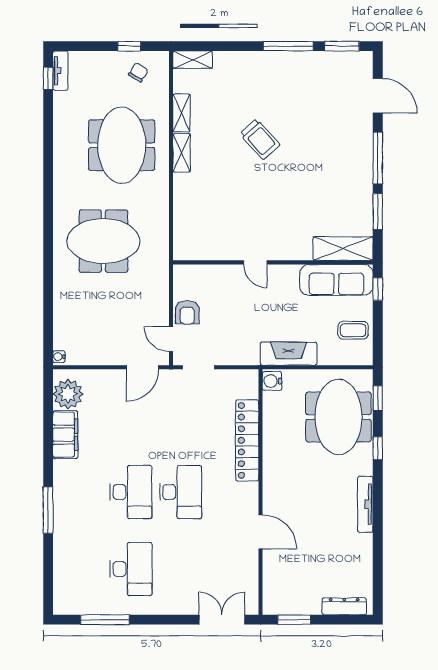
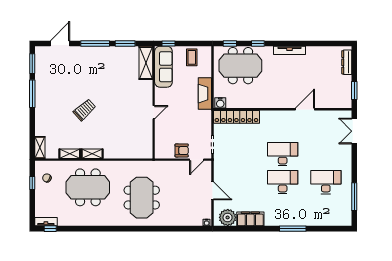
door: (142, 367) -> (213, 191), moved
locker: (247, 440) -> (236, 117), moved

